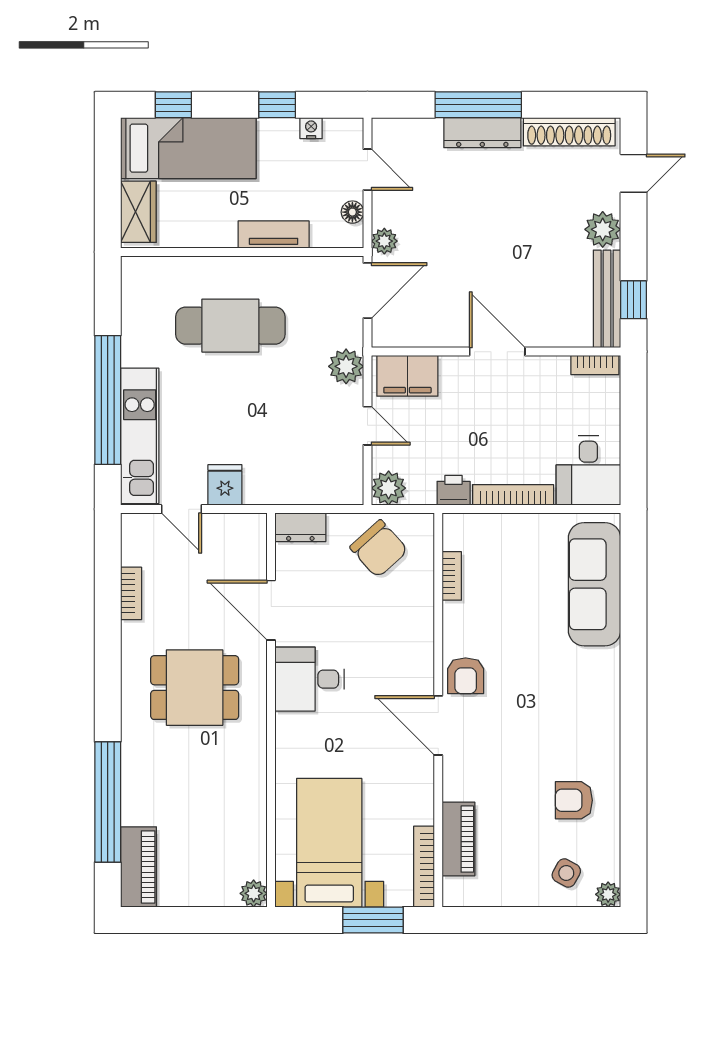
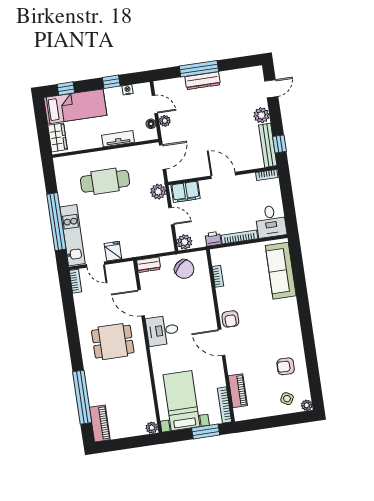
shoe rack: (569, 132) -> (241, 75), removed
plant: (384, 241) -> (165, 121), moved
bookcase: (131, 593) -> (75, 281), moved

